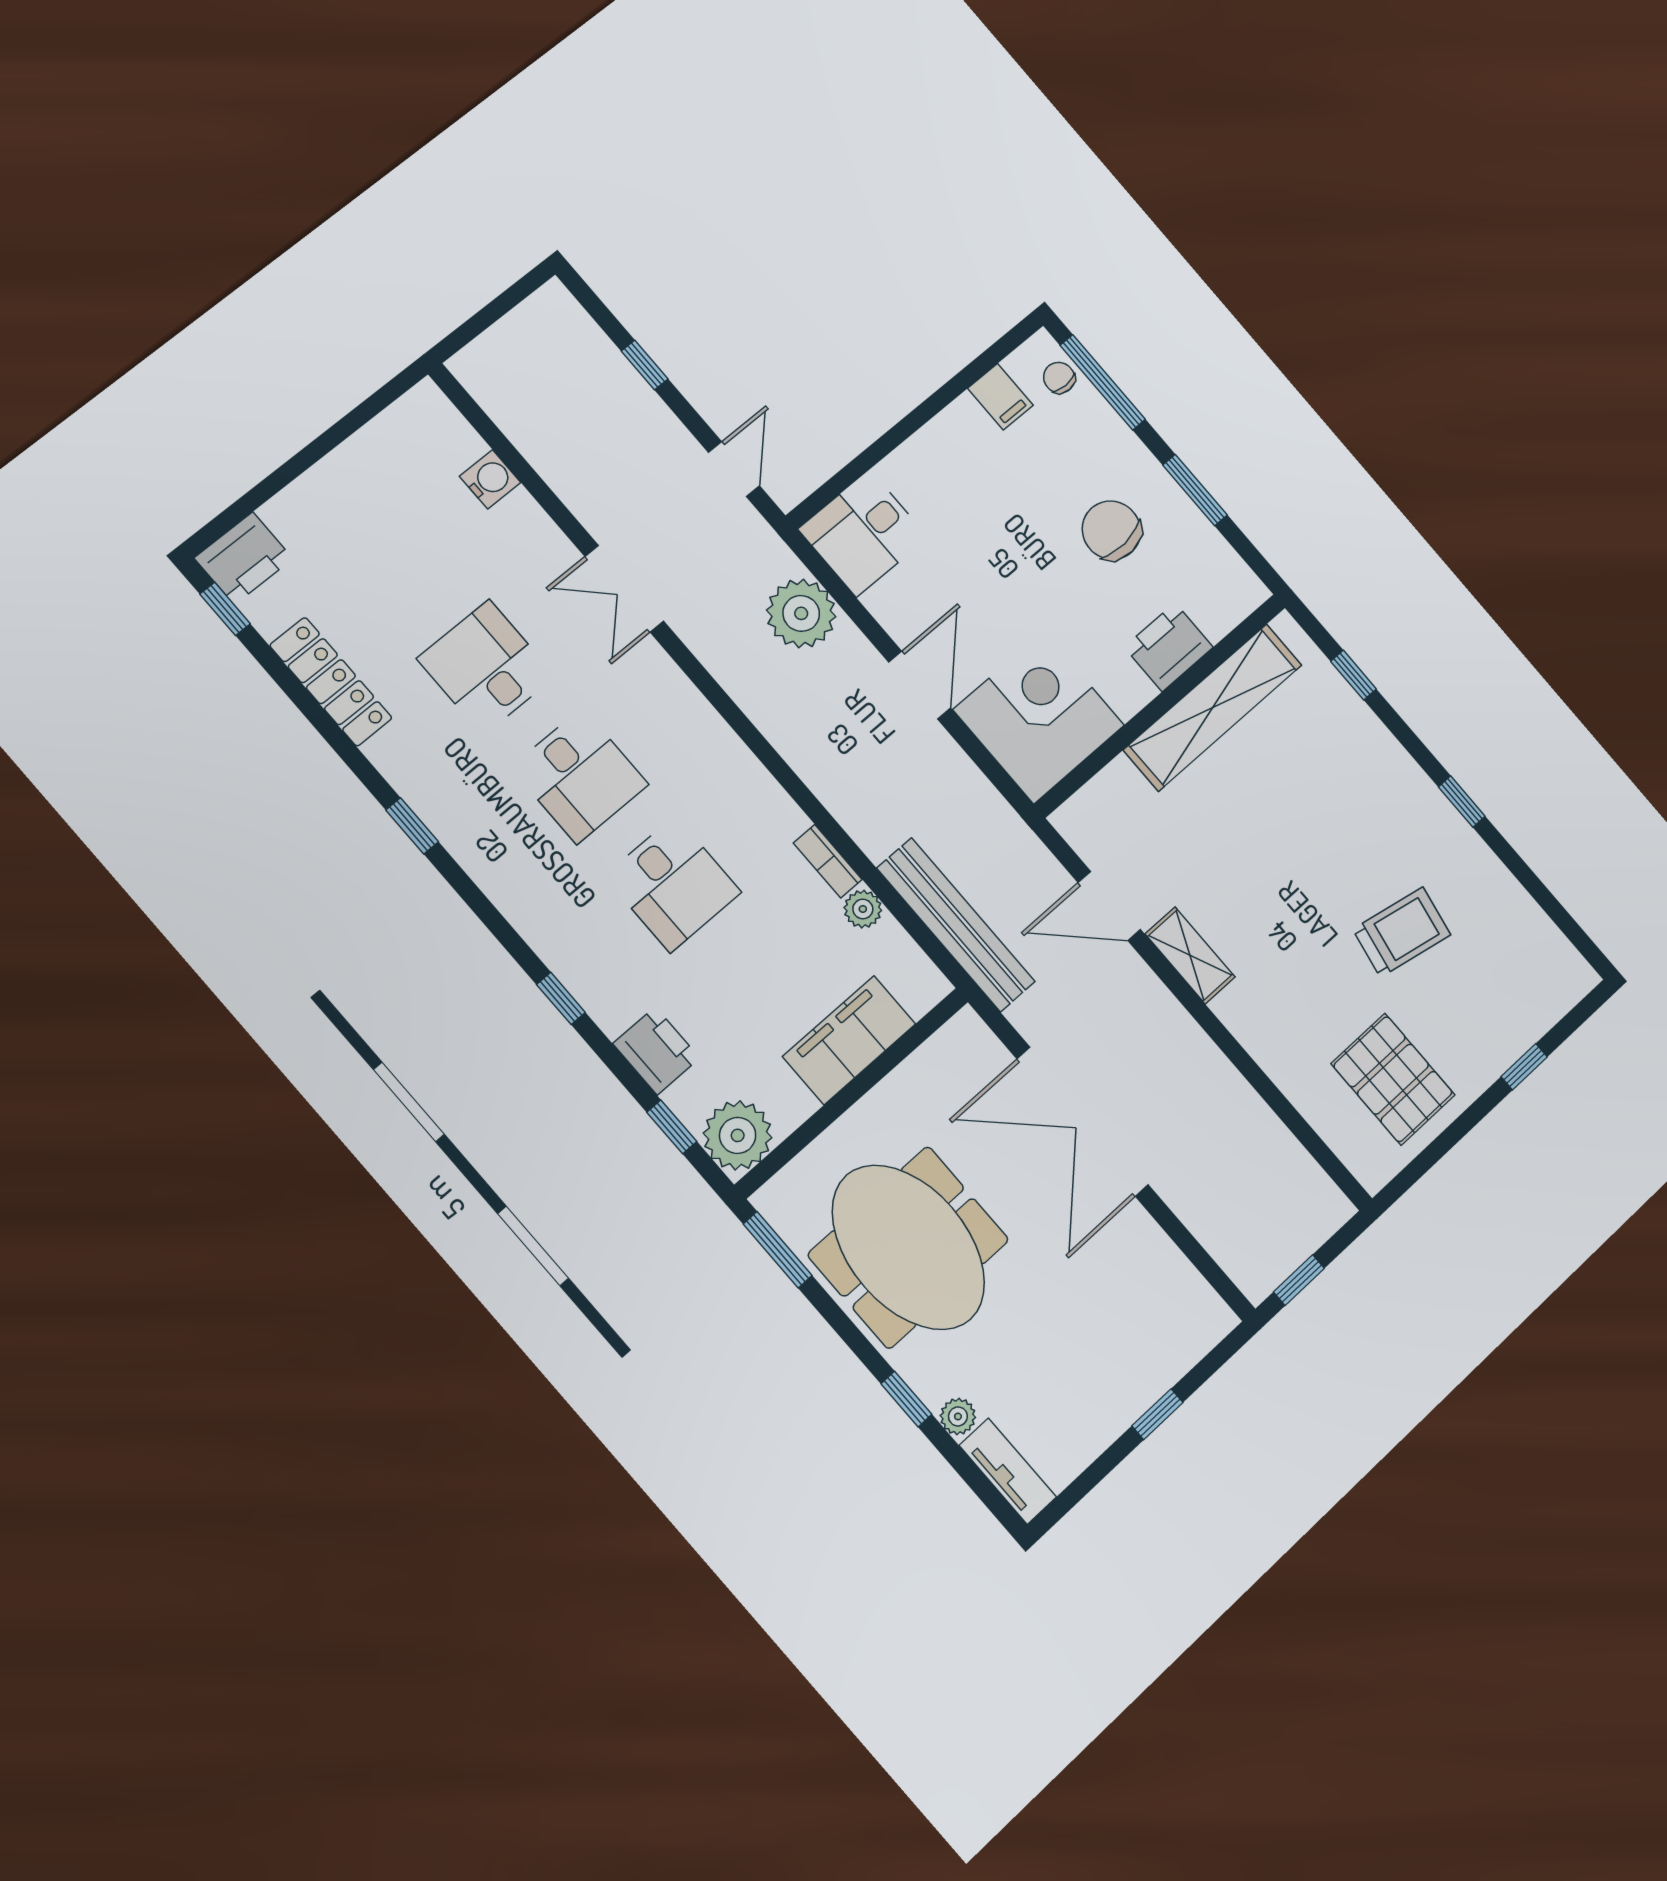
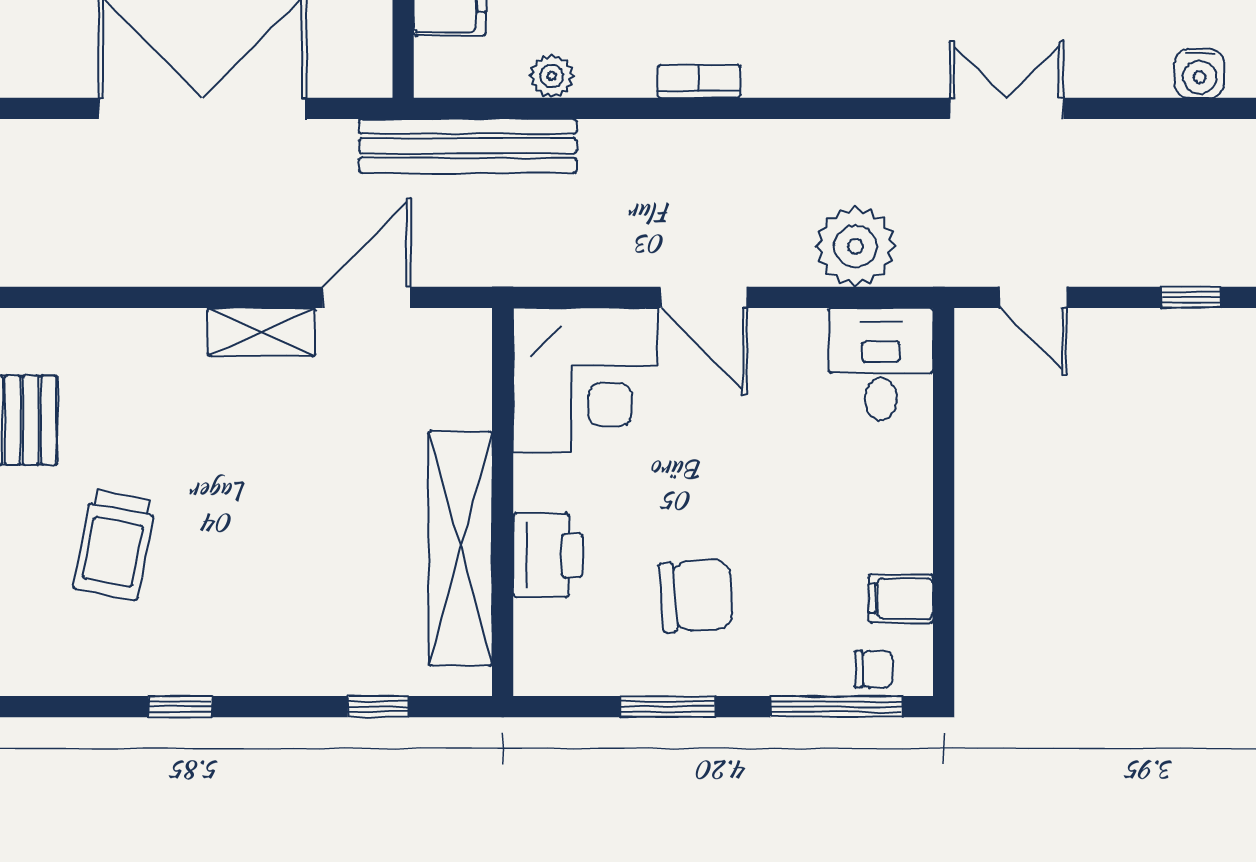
bookcase: (828, 861) -> (699, 81), moved

